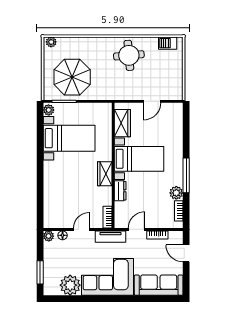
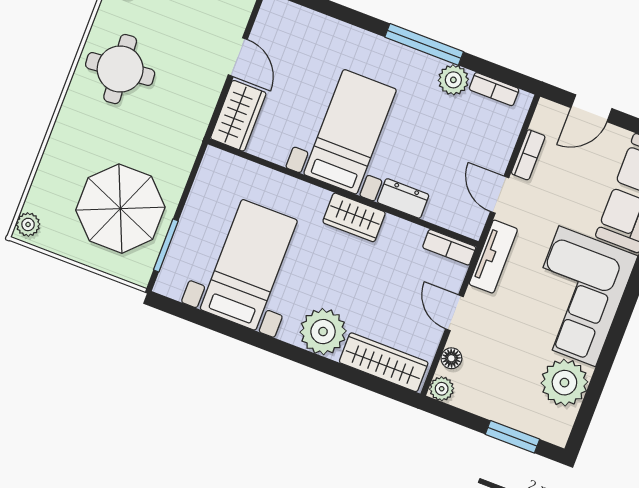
plant: (49, 110) -> (323, 332), moved, width x1.88, depth x1.88
wardrobe: (122, 123) -> (238, 116), moved, turned 90
wardrobe: (50, 208) -> (384, 362), added

